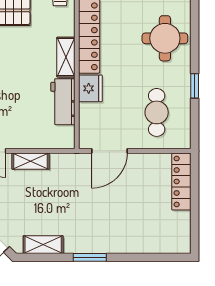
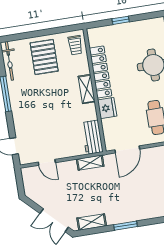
workbench: (63, 102) -> (92, 137), moved
shelving: (31, 161) -> (90, 163), moved

